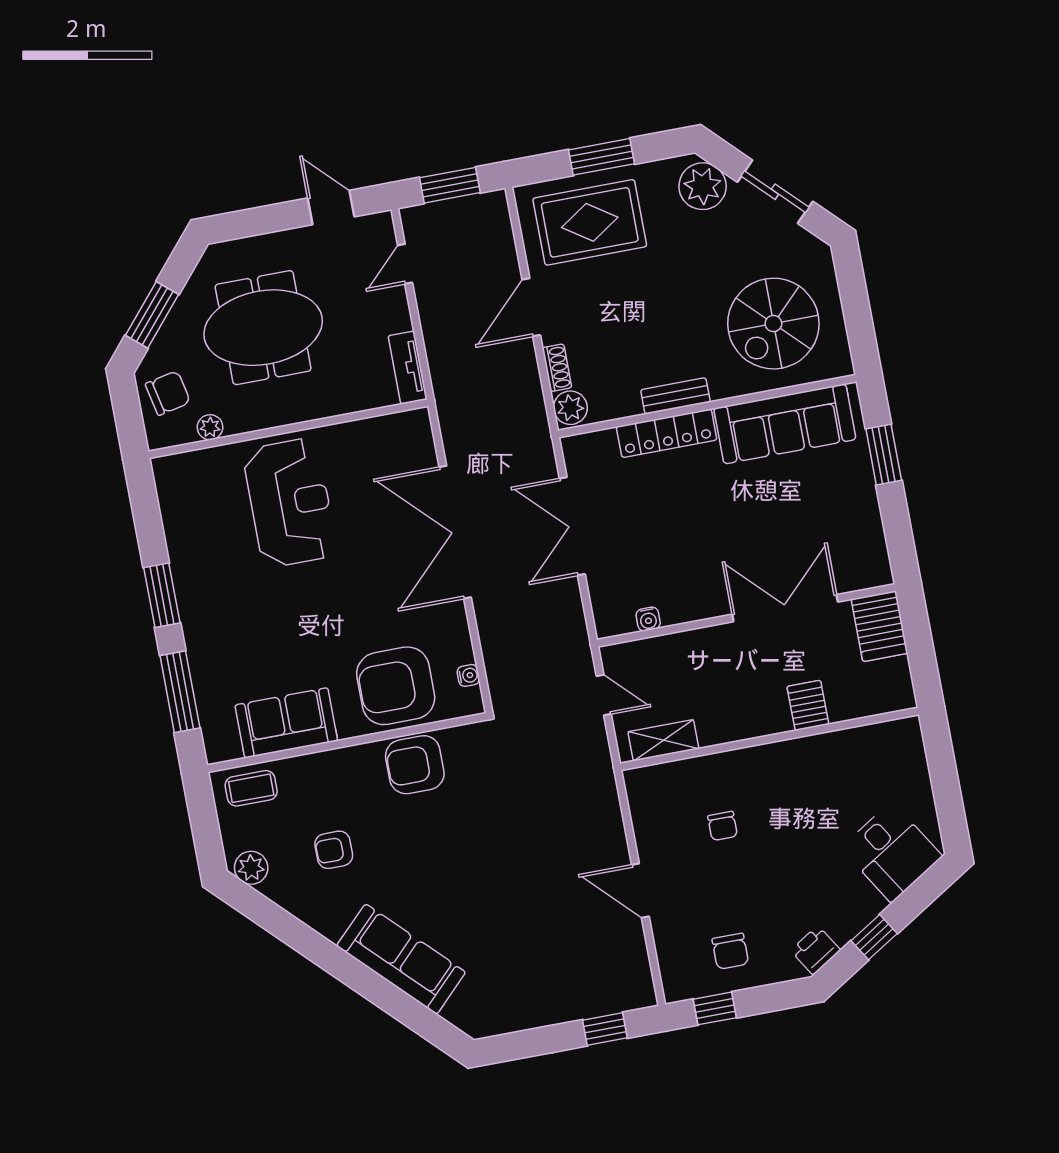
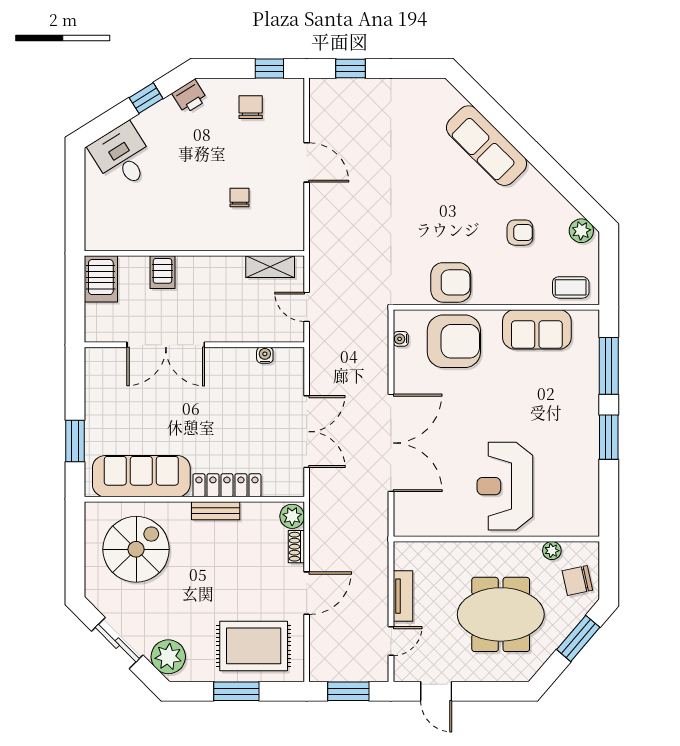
tv unit: (408, 368) -> (403, 596), moved
server rack: (879, 626) -> (101, 279), moved, turned 180

